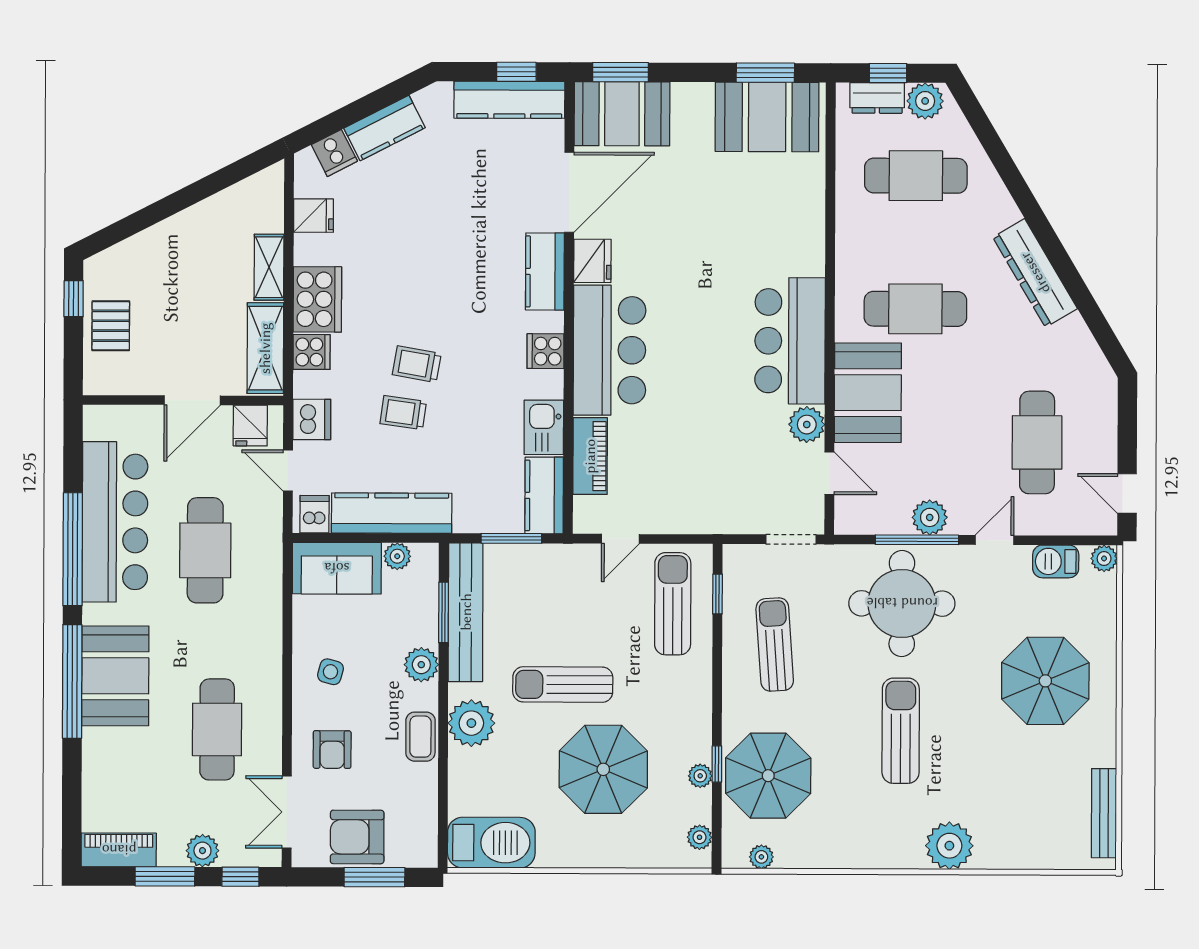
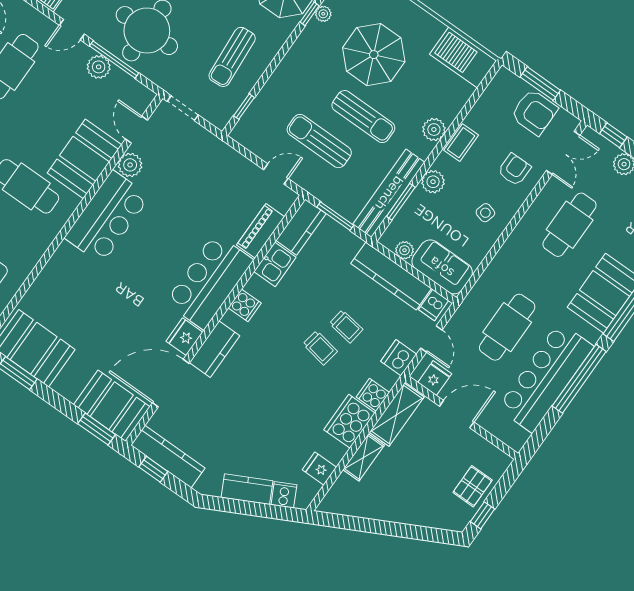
sun lounger: (673, 604) -> (319, 141), moved, turned 90
plant: (471, 723) -> (434, 130), width x0.73, depth x0.73

